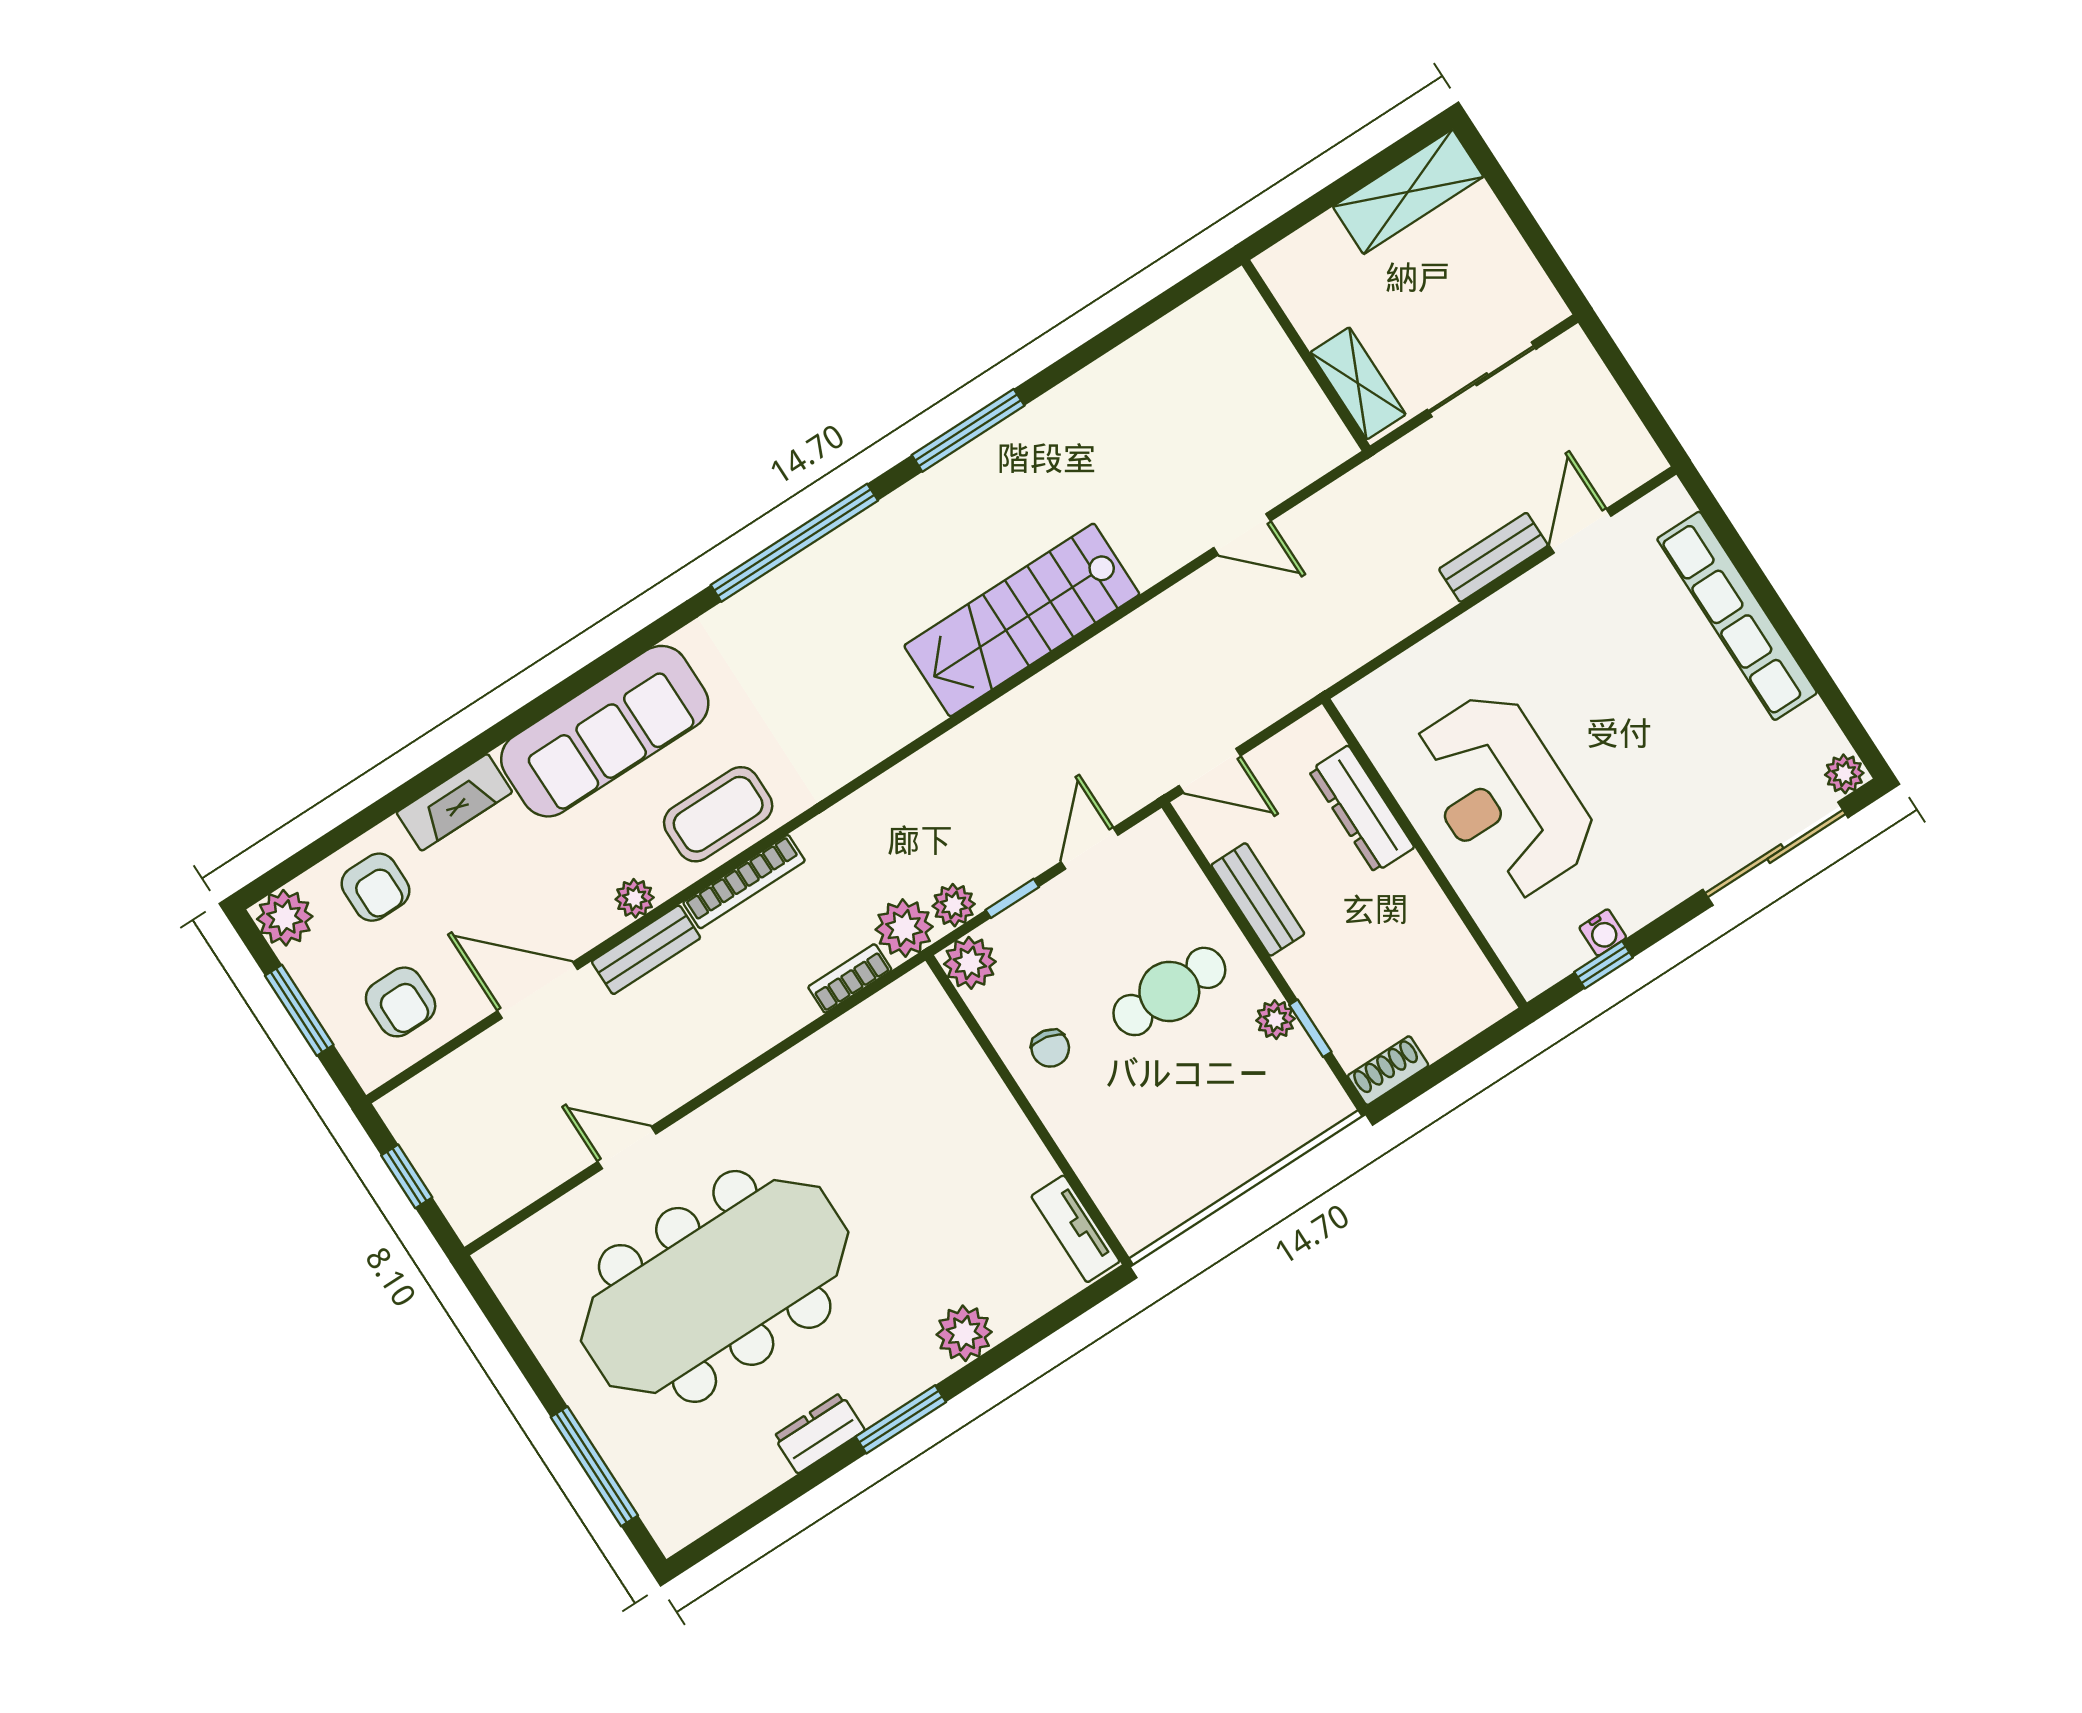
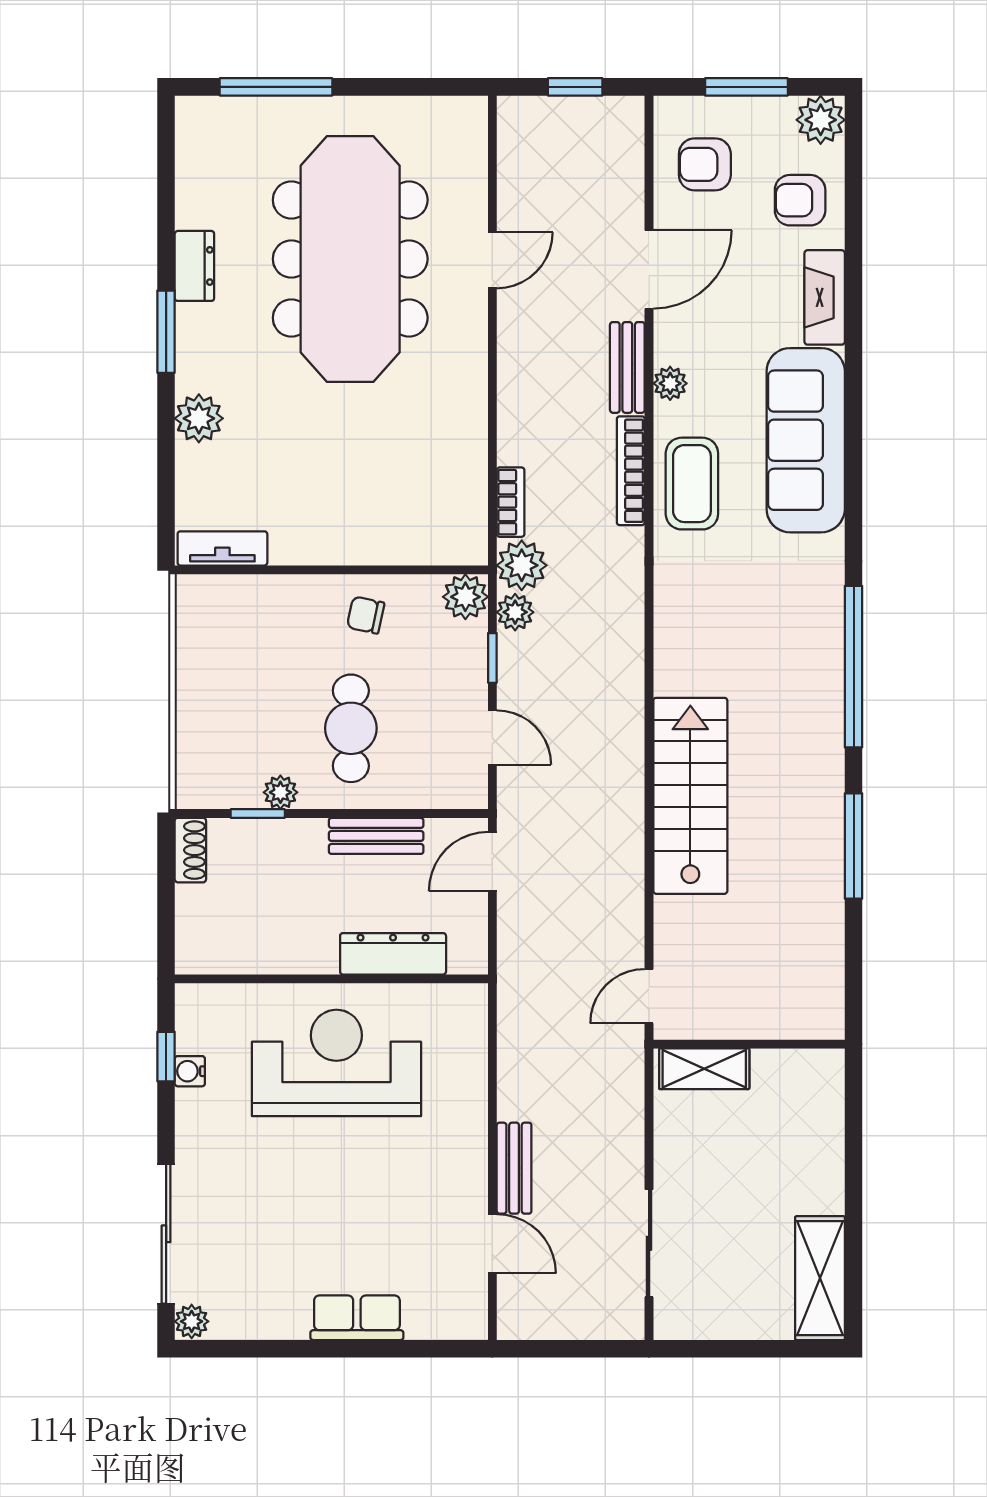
wall: (1306, 355) -> (749, 1044), moved
shelving: (1358, 383) -> (704, 1069), moved
row of seats: (1737, 616) -> (357, 1318), width x0.50

